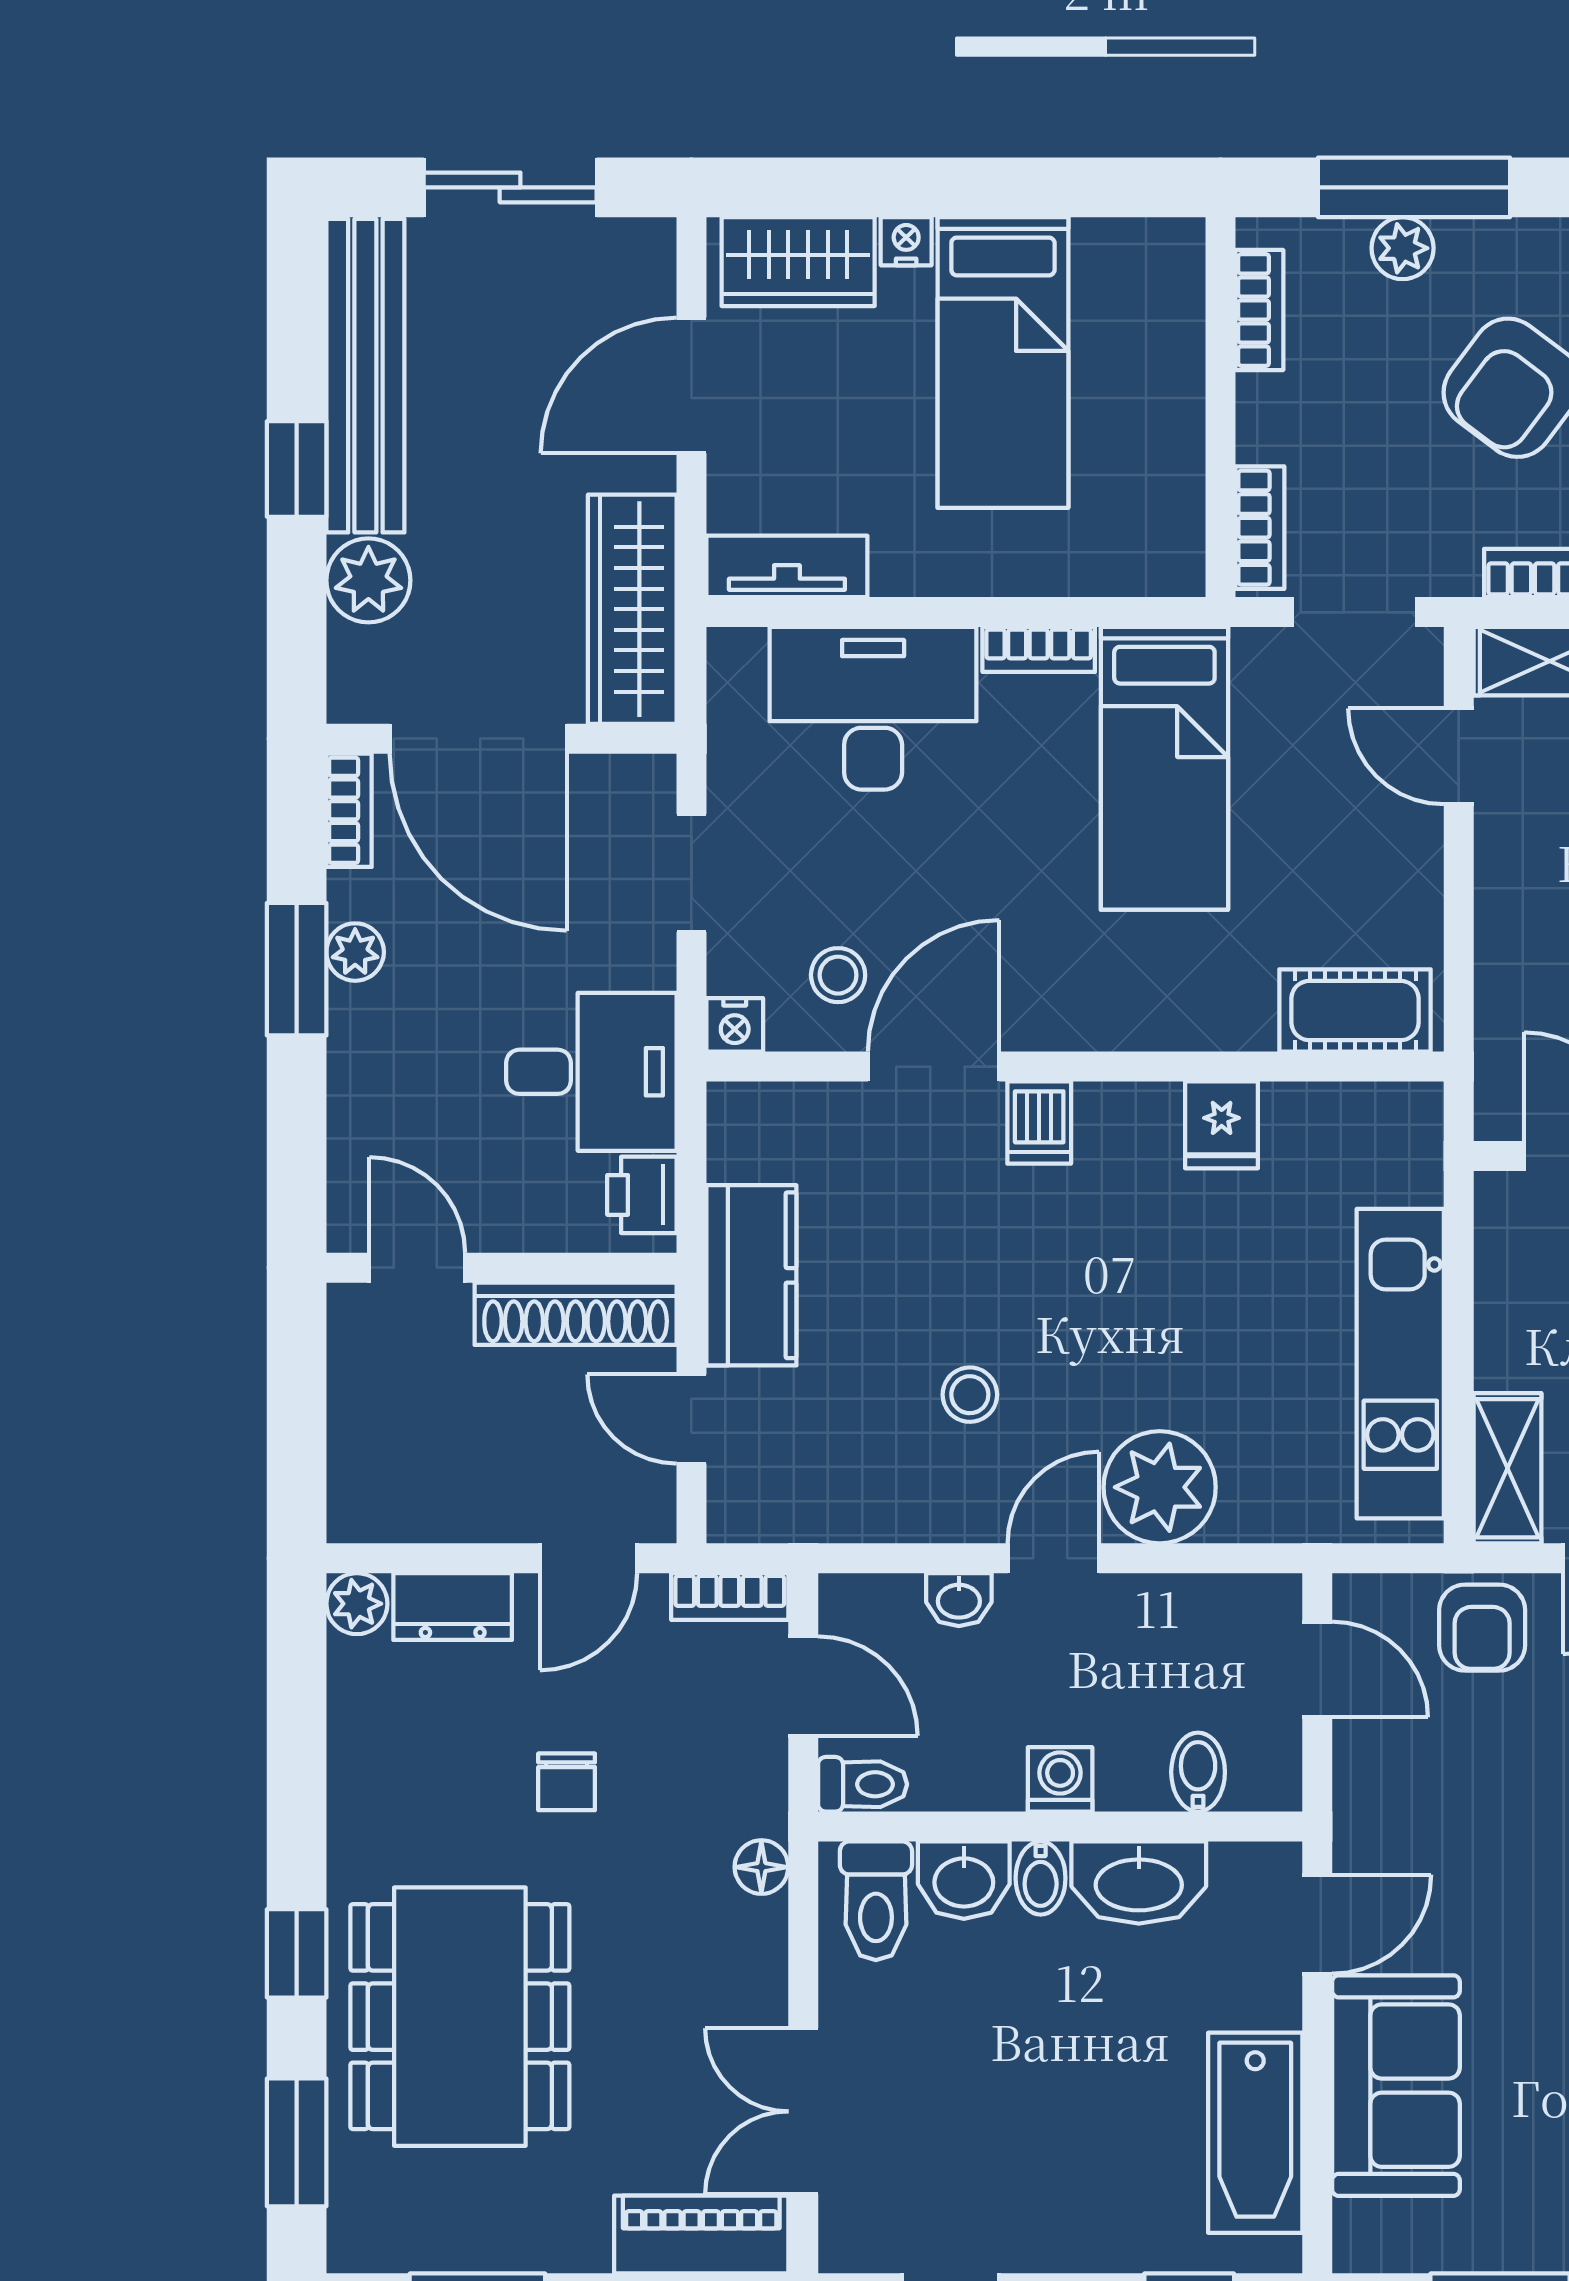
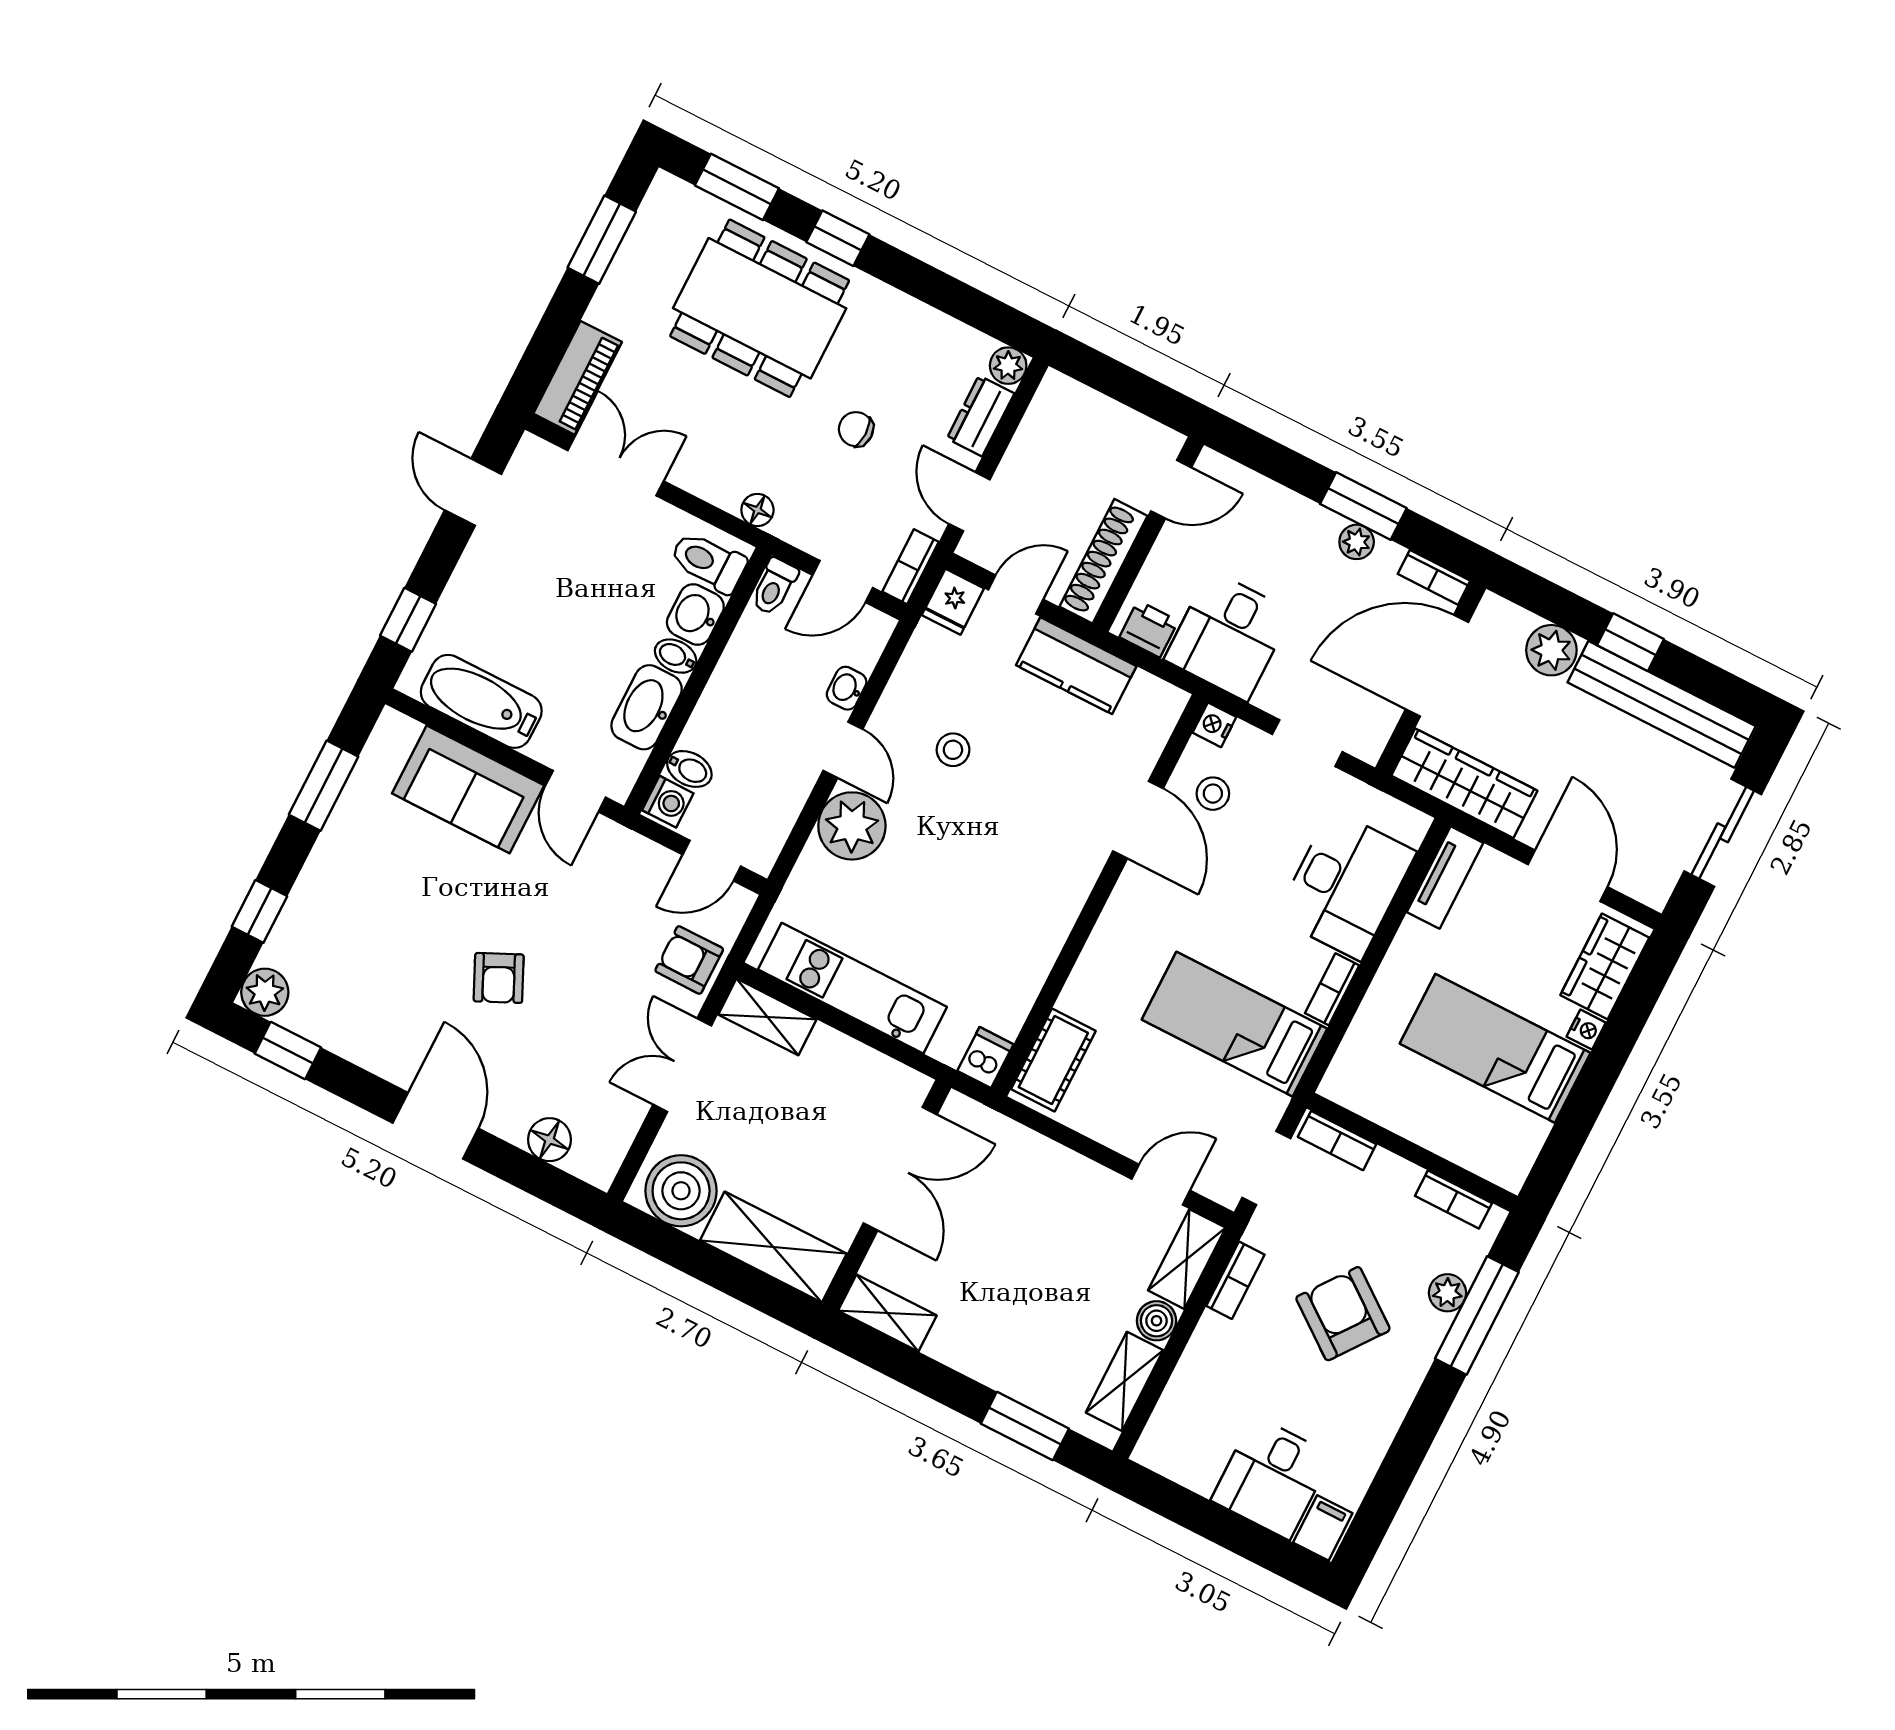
dishwasher: (1039, 1123) -> (985, 1058), moved, turned 90
fridge: (1222, 1125) -> (953, 602), moved, turned -90
washing machine: (1060, 1779) -> (668, 802), moved

